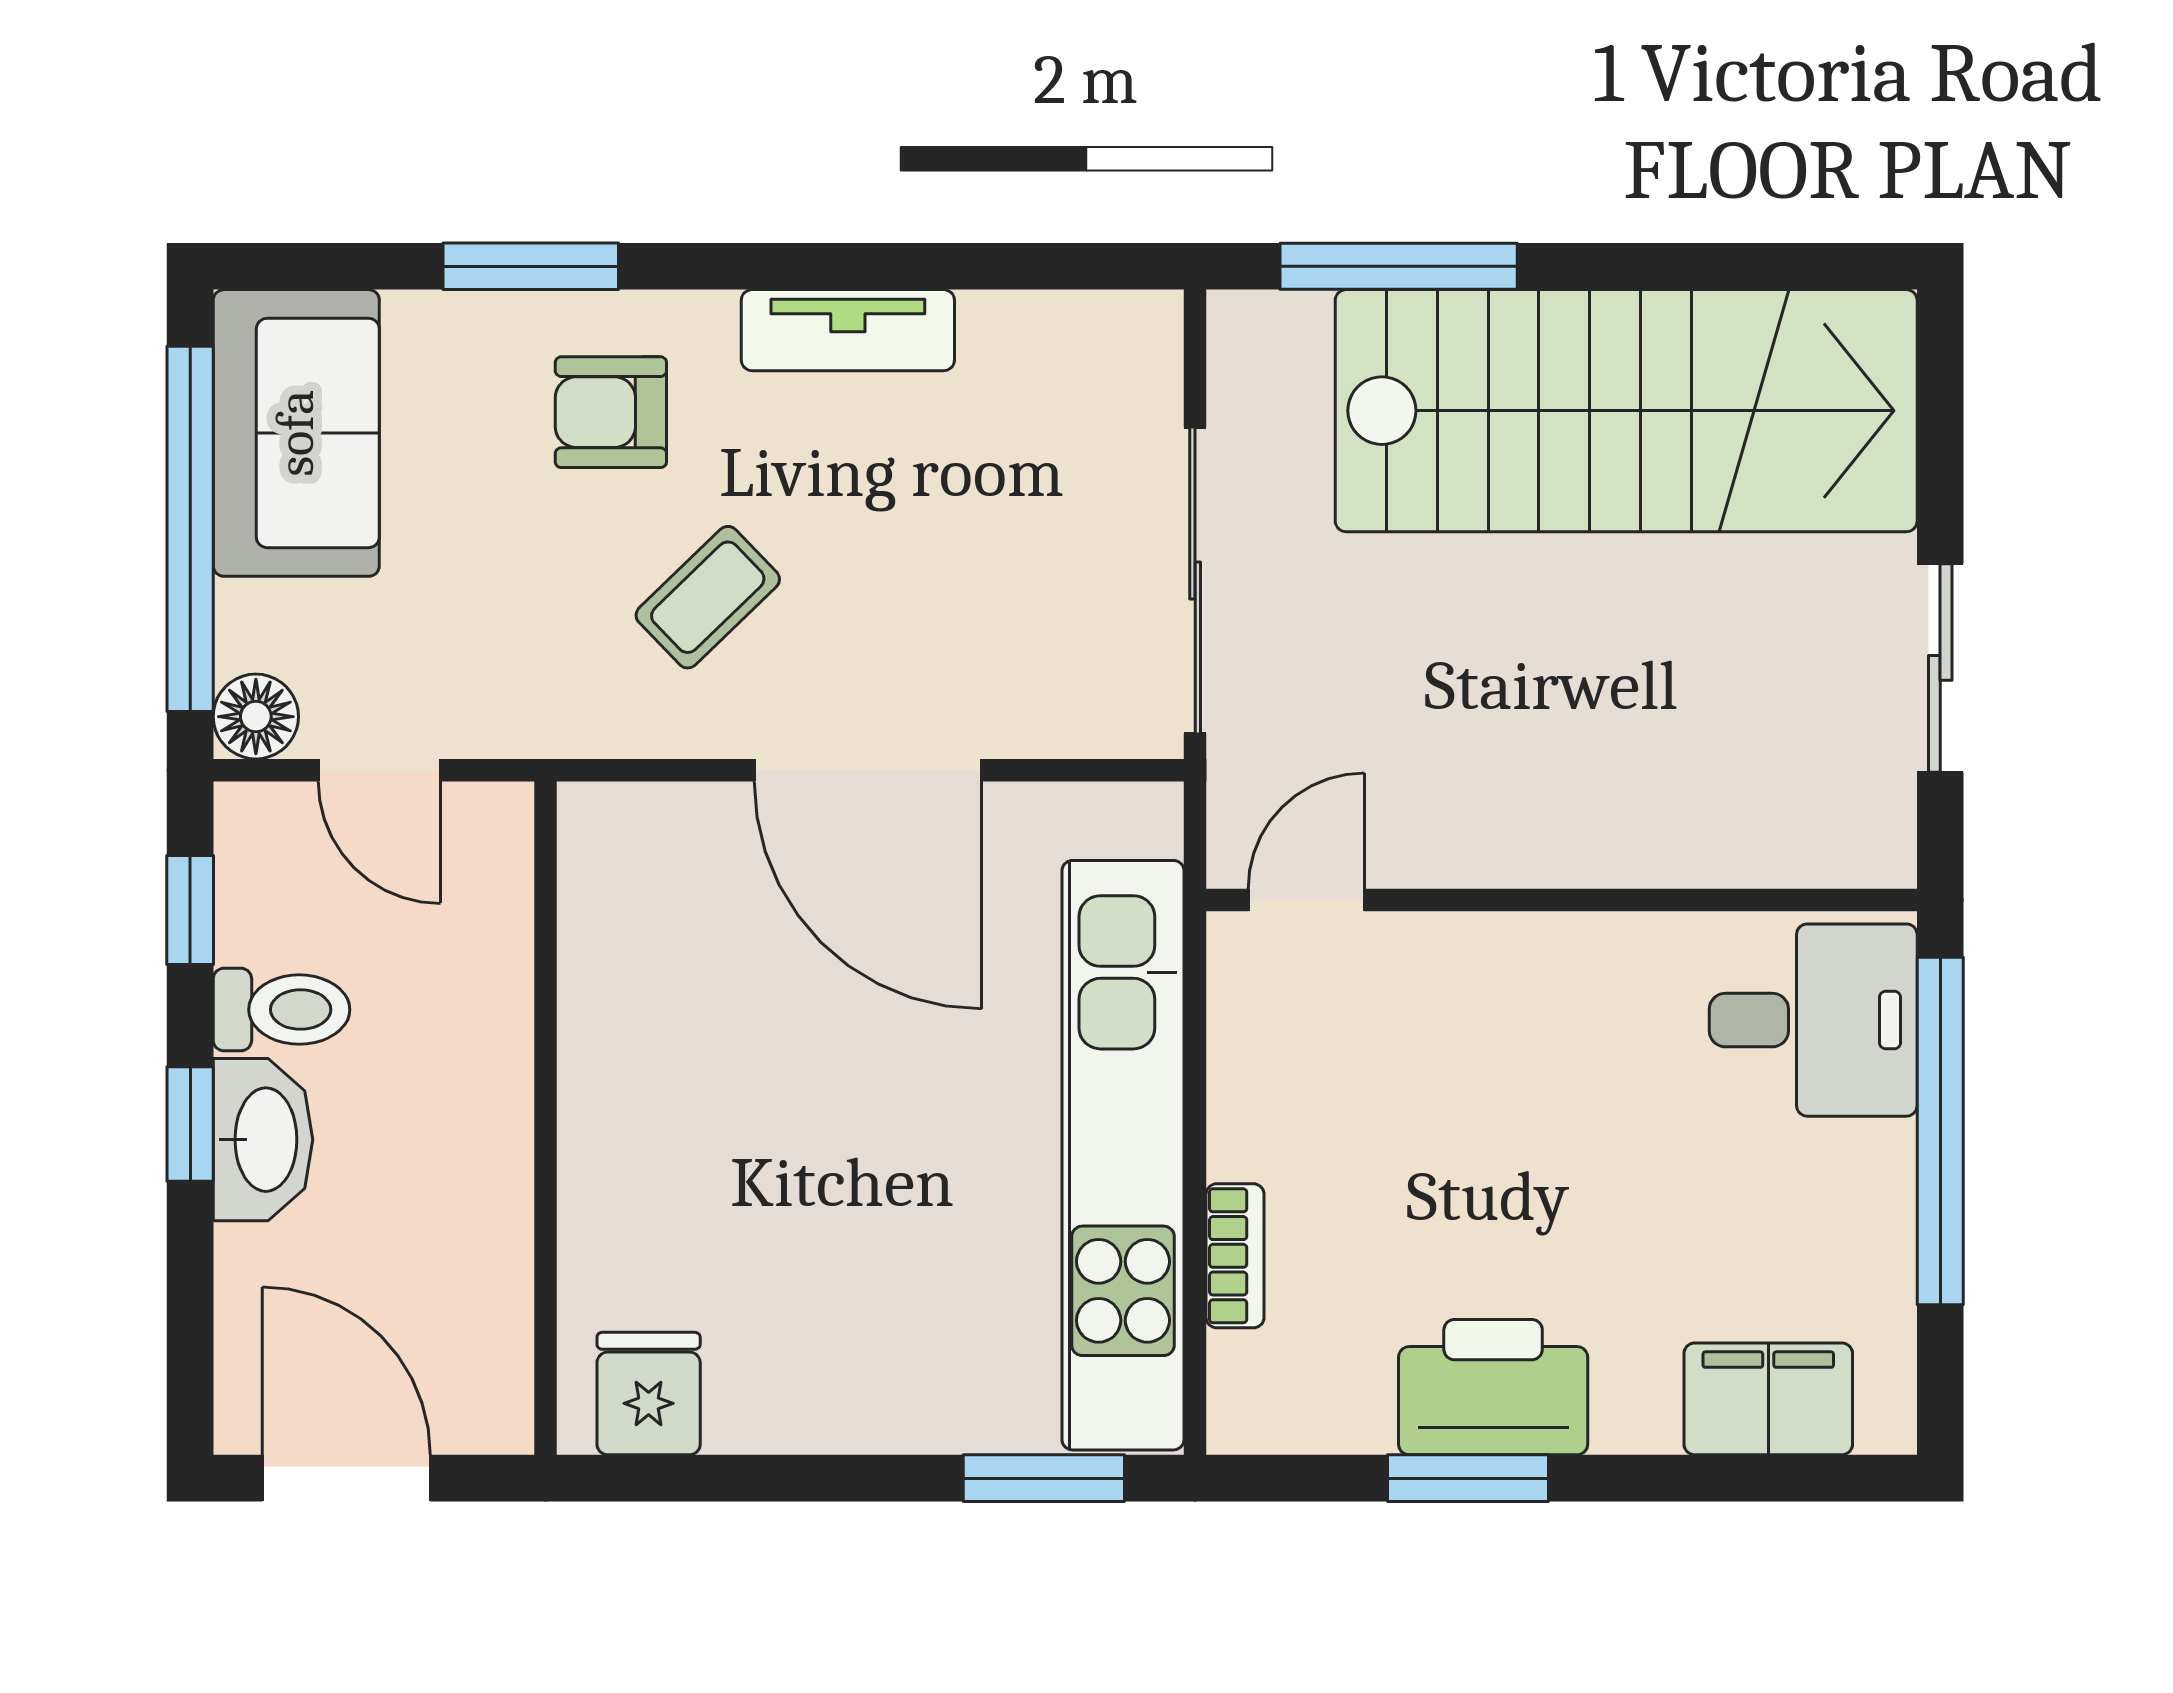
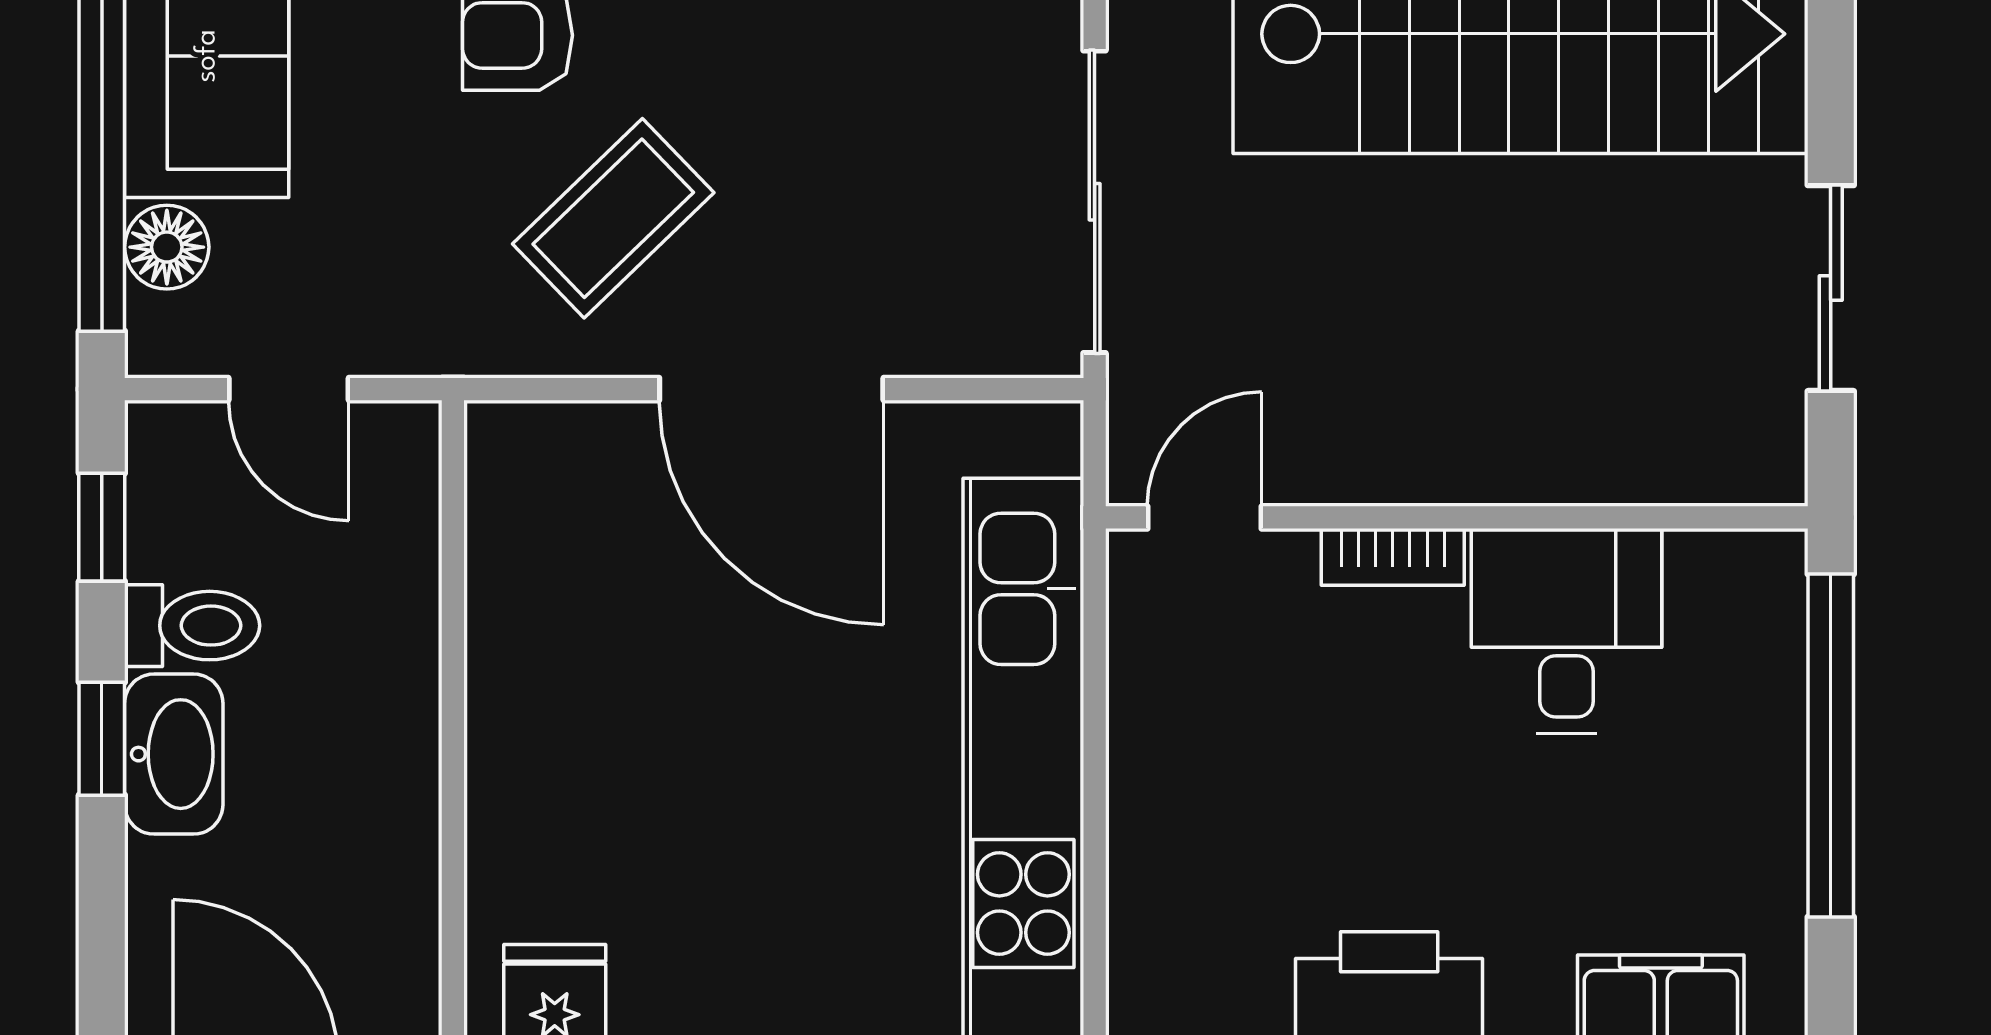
coffee table: (708, 597) -> (613, 218), width x1.36, depth x1.30
floor lamp: (256, 717) -> (167, 247), moved
desk: (1813, 1020) -> (1567, 631), moved, turned -90
bookcase: (1235, 1256) -> (1393, 557), moved, turned 90

